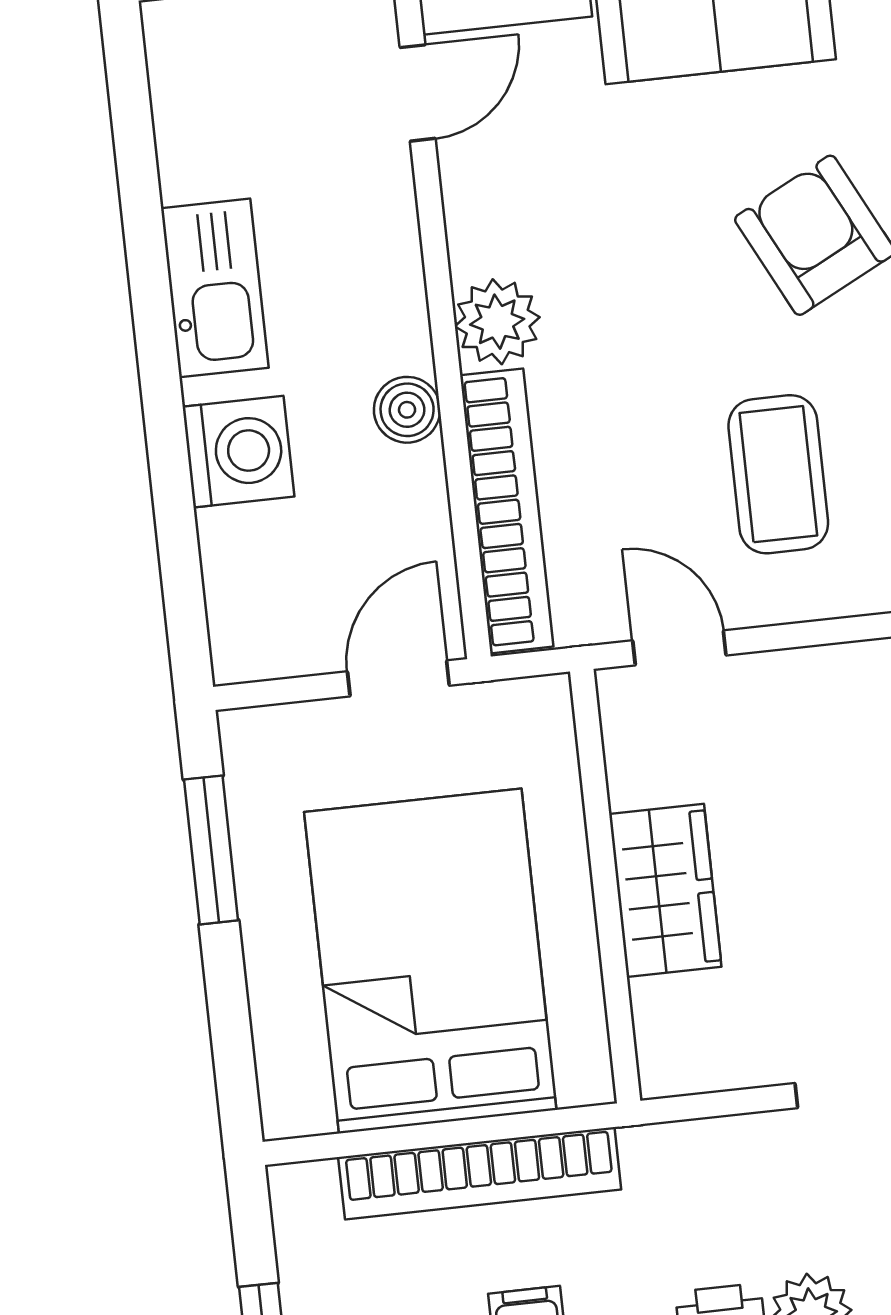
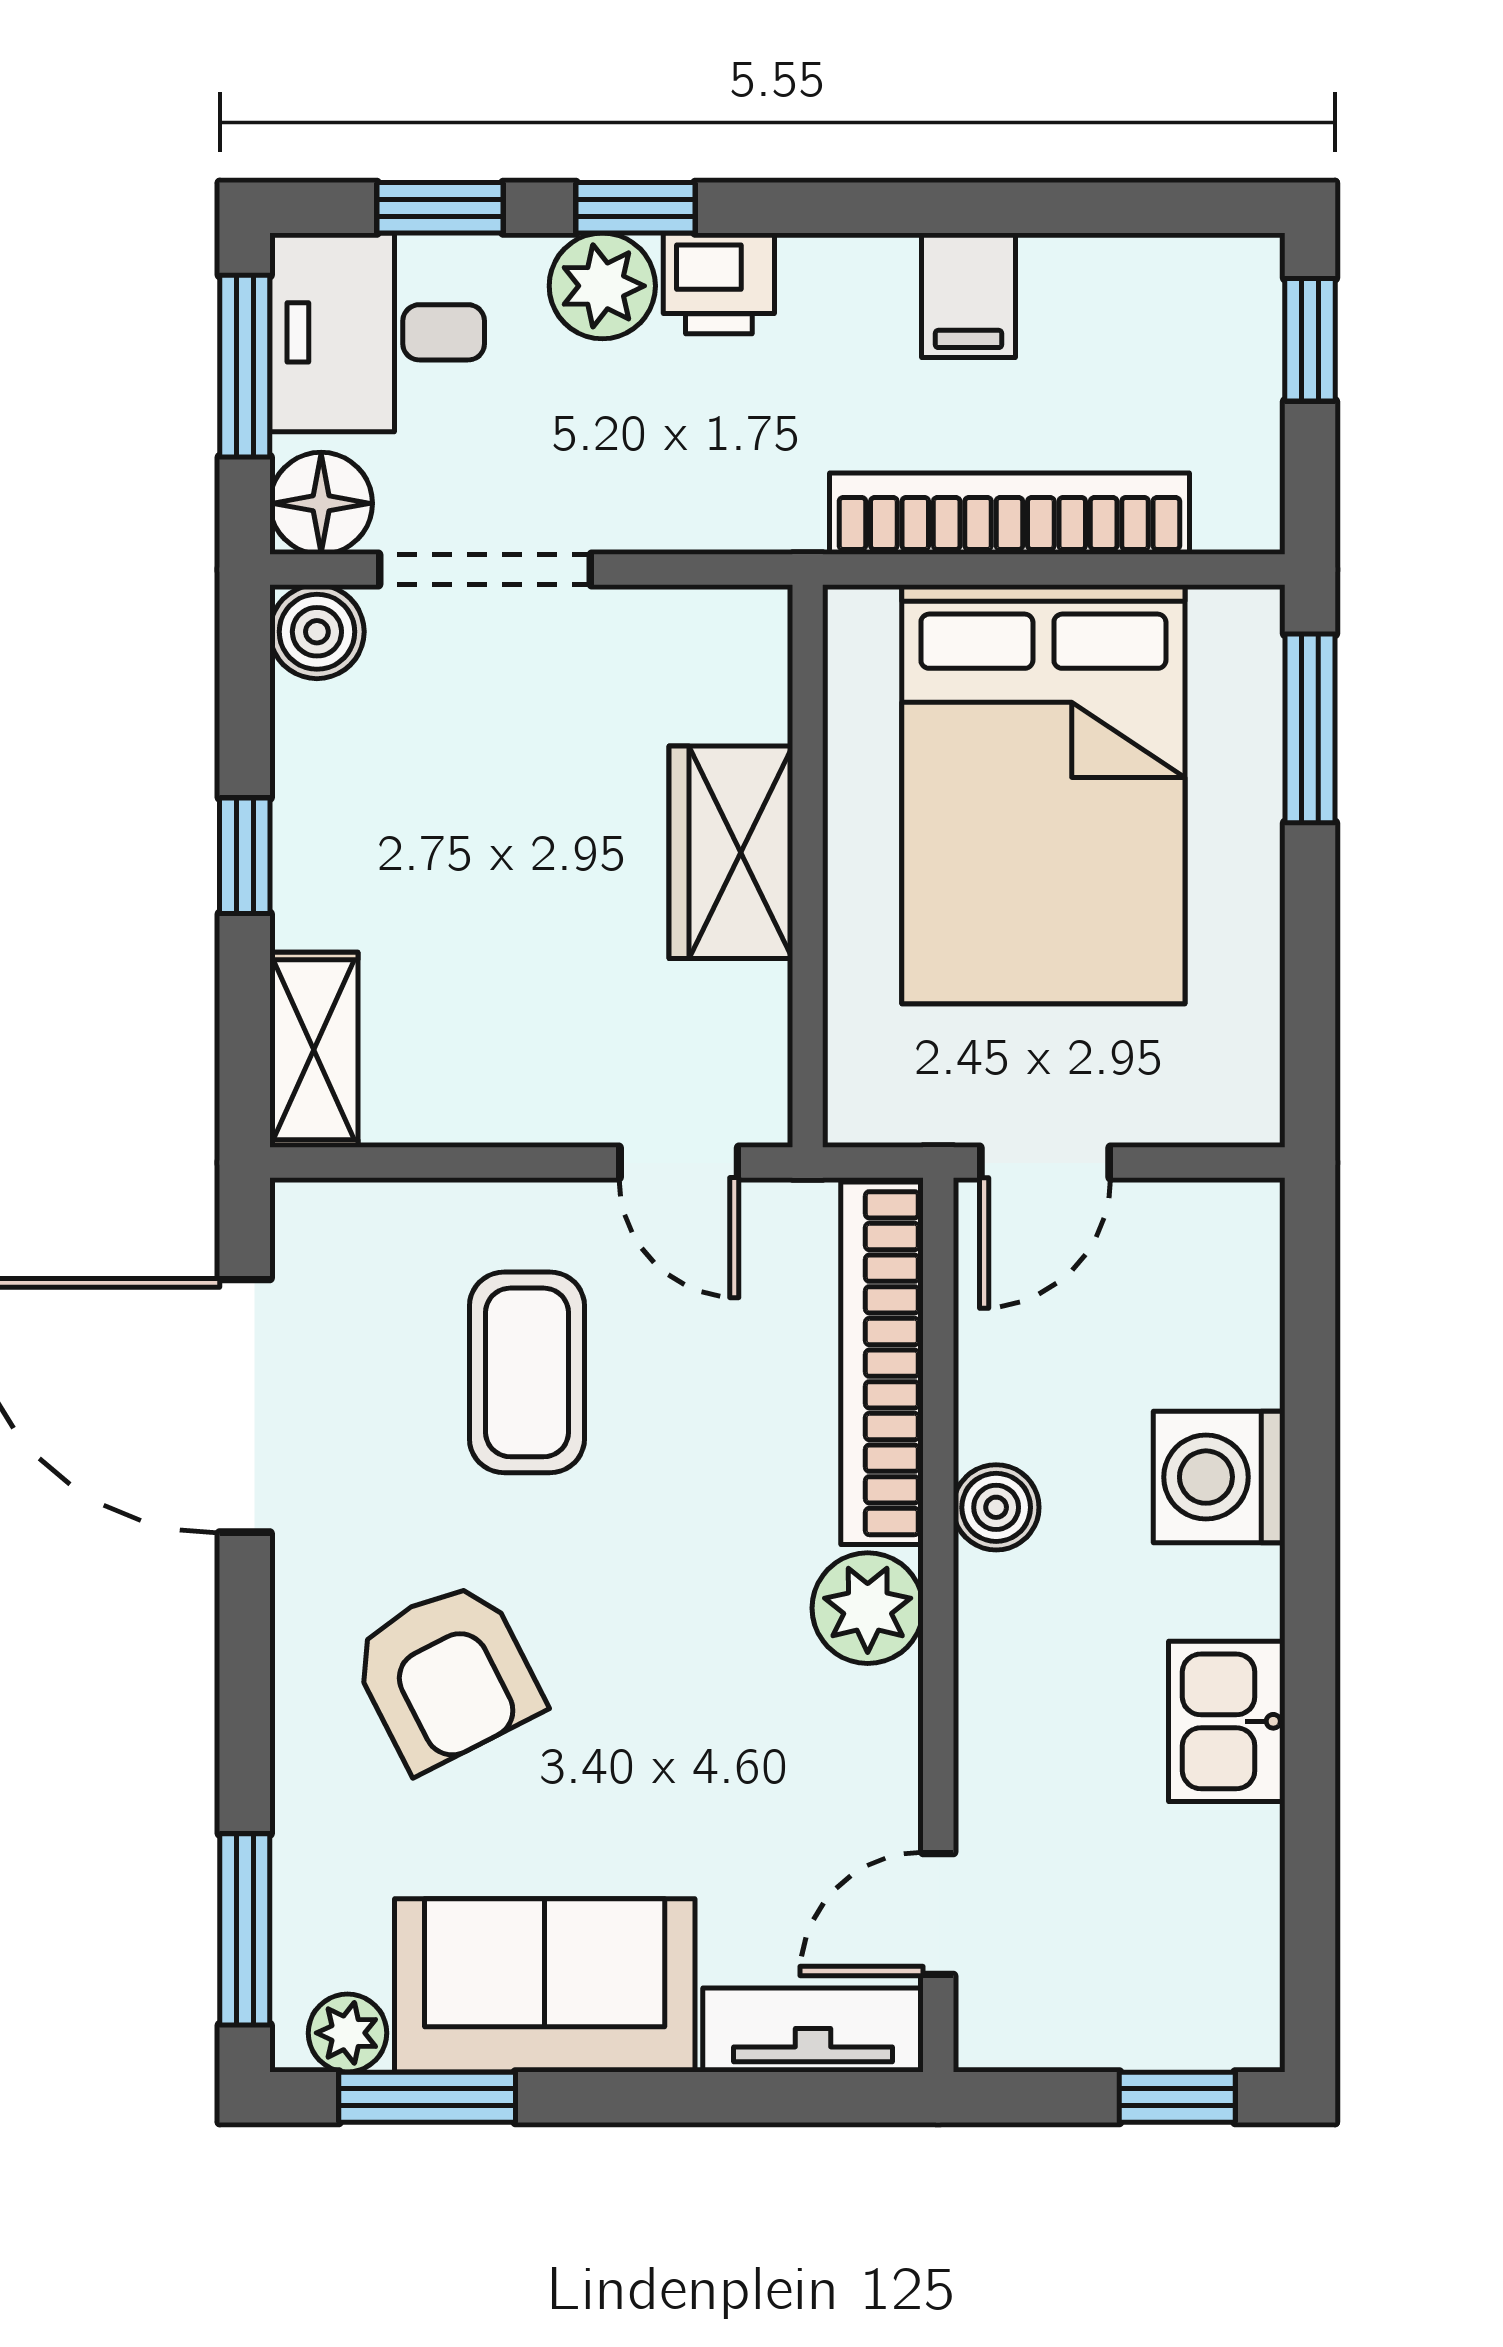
kitchen sink: (215, 288) -> (1227, 1721), width x0.73
window: (211, 850) -> (1310, 728), moved

